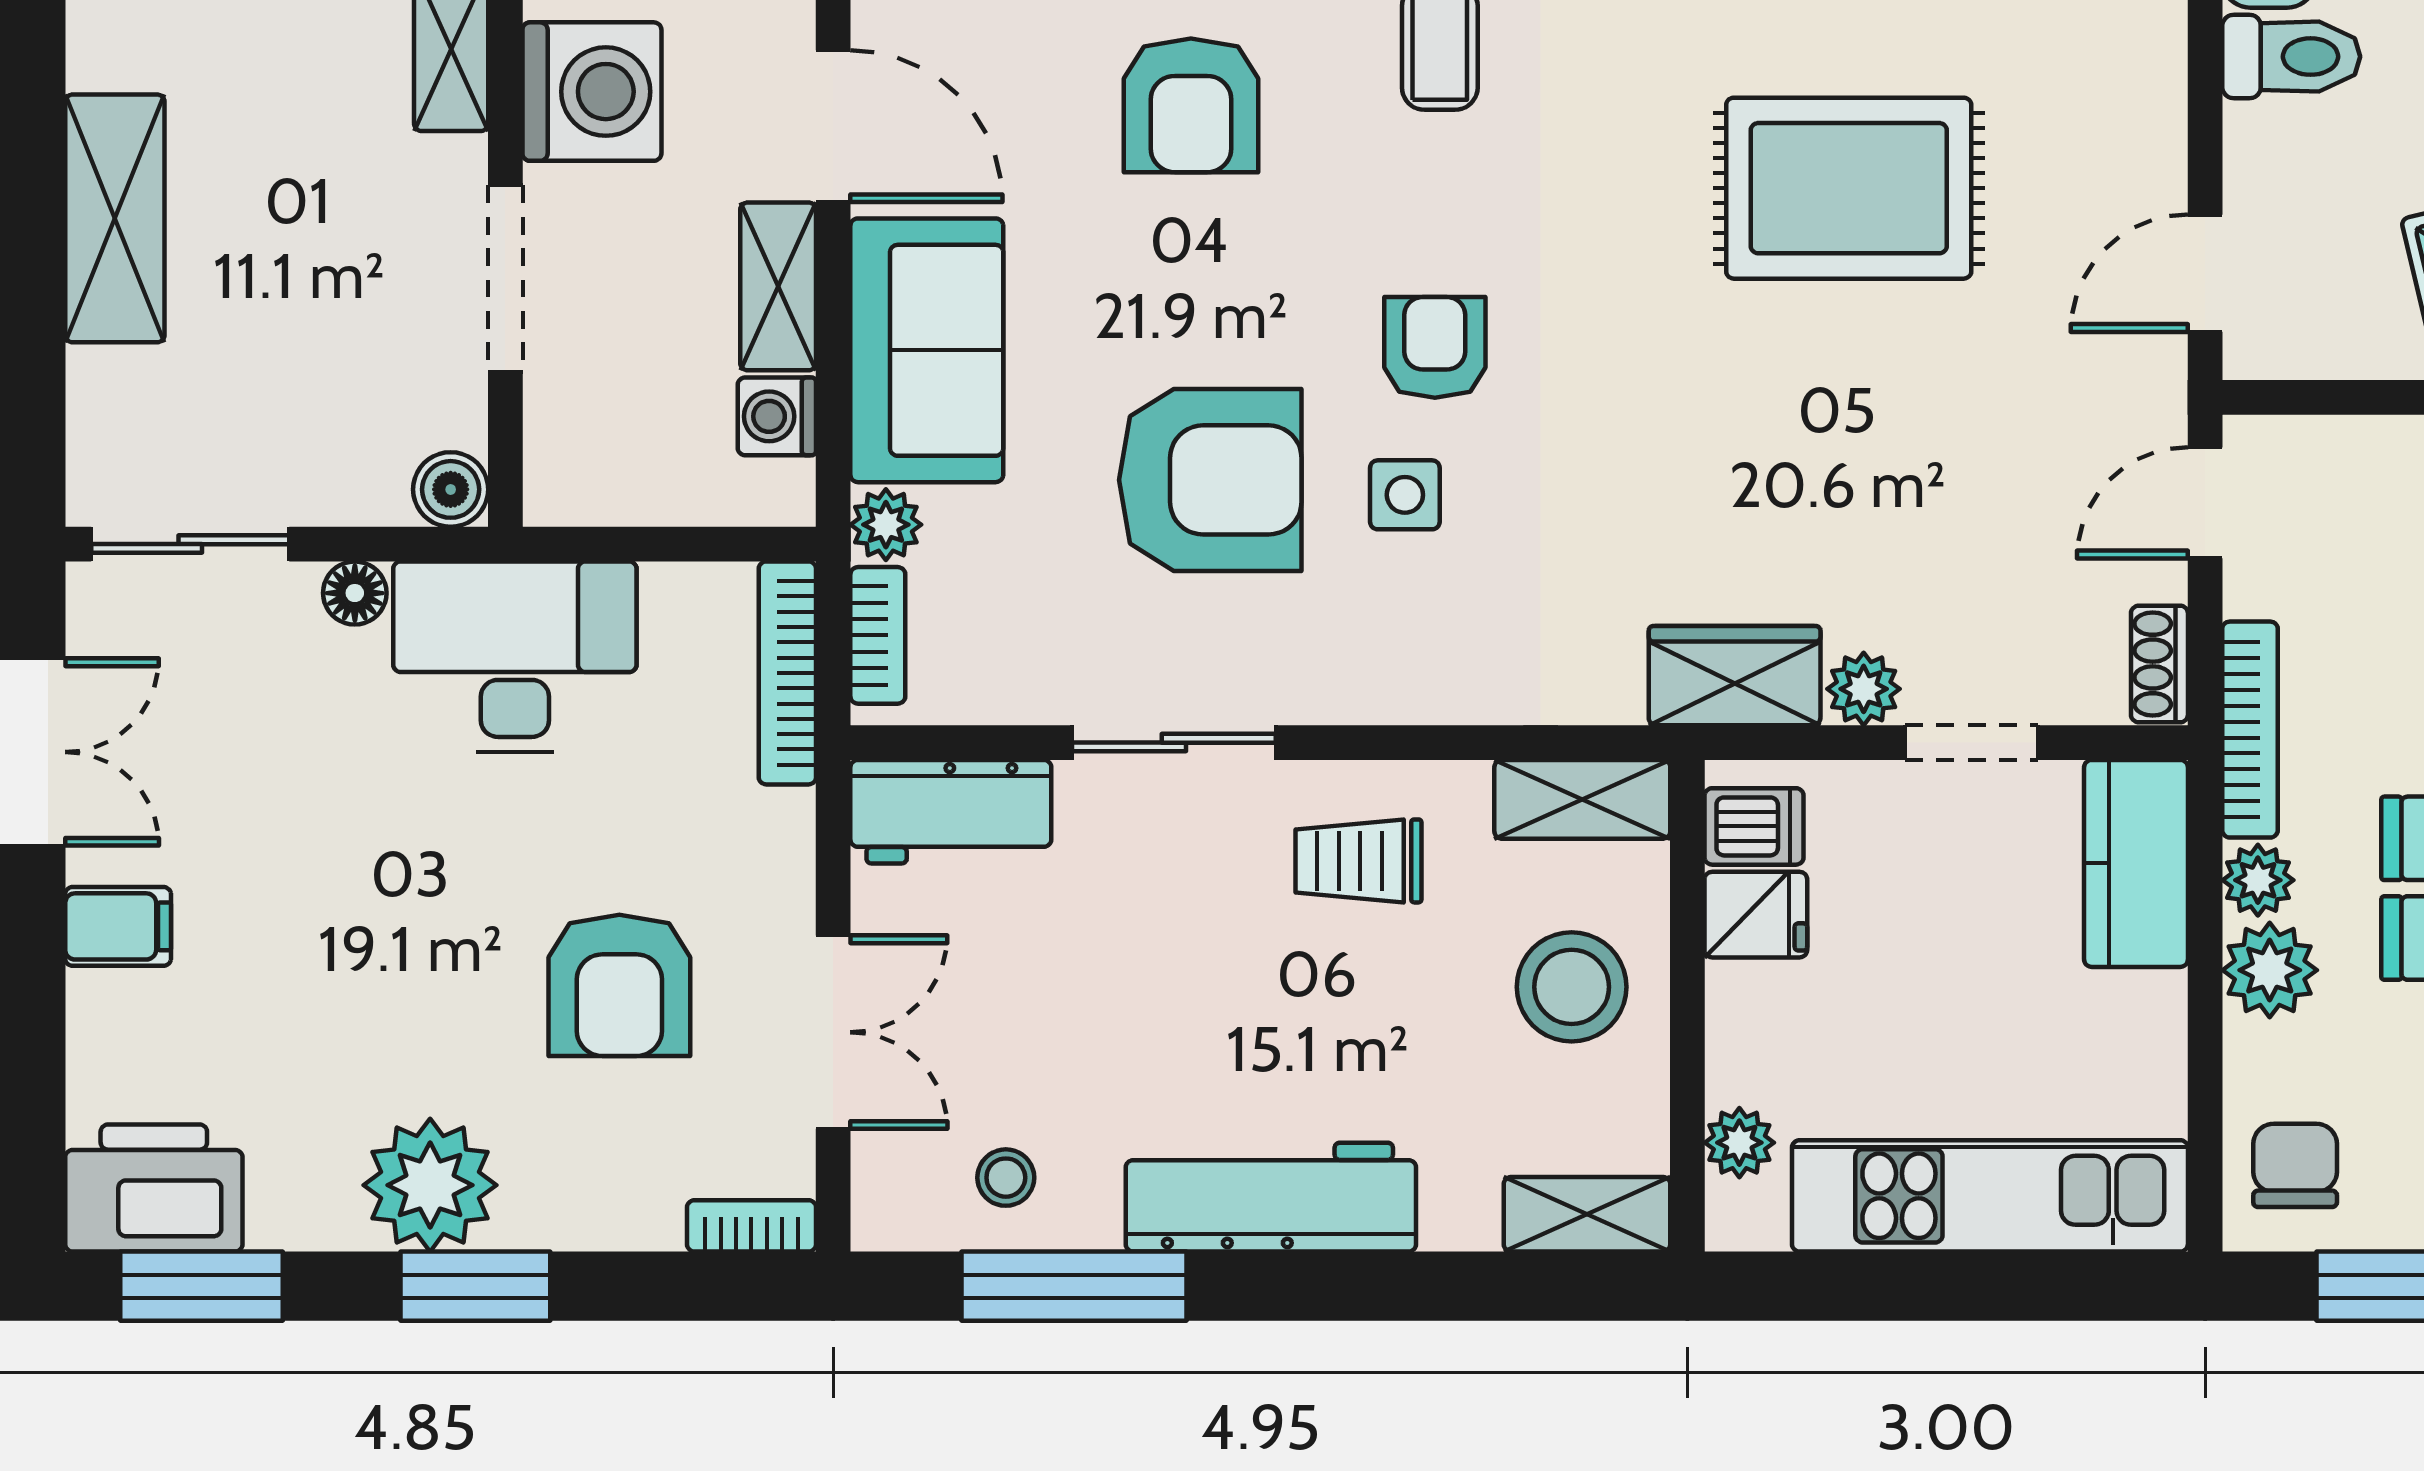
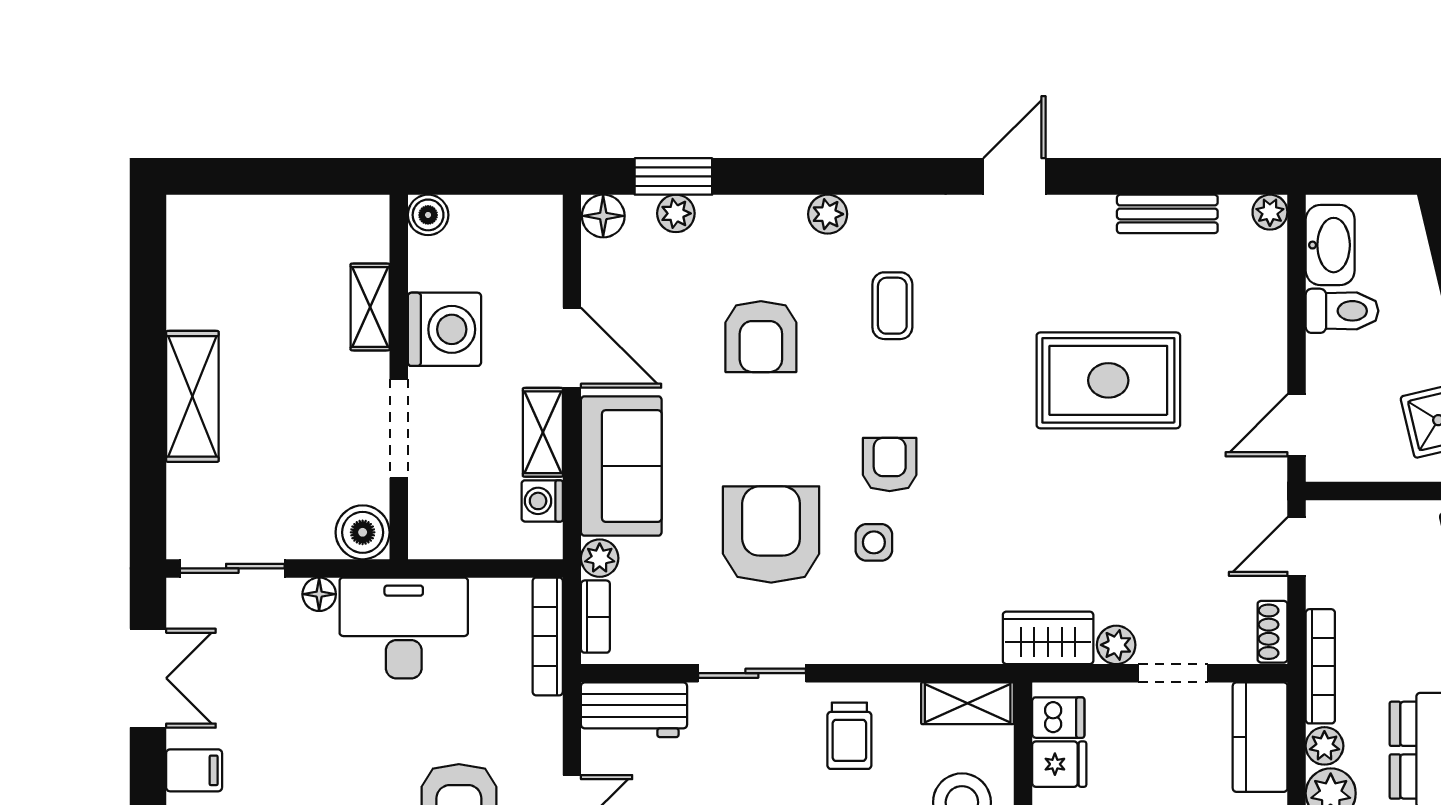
armchair: (1210, 480) -> (771, 534), turned -90
boiler: (451, 489) -> (363, 532), width x1.36, depth x1.36
trolley: (1358, 861) -> (849, 736), turned -90

